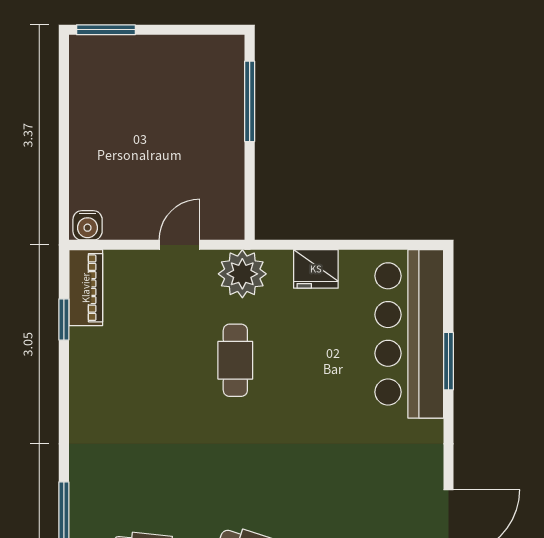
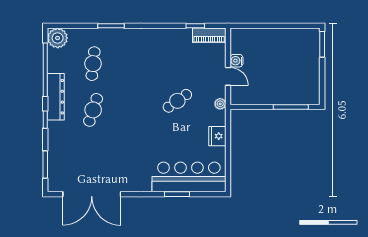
water cooler: (88, 225) -> (236, 61), moved
plant: (242, 274) -> (220, 104), width x0.53, depth x0.53
cafe table: (235, 360) -> (177, 101), turned -35

